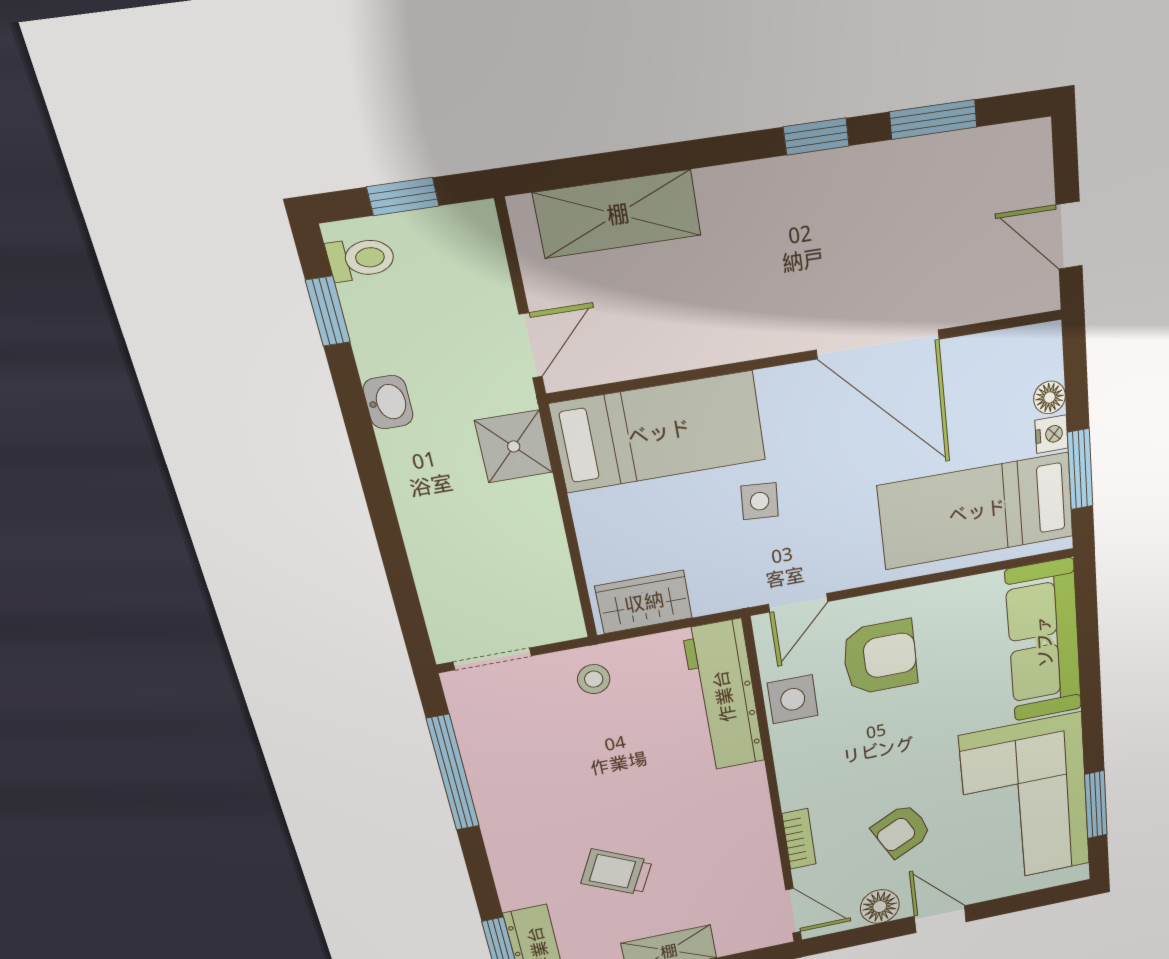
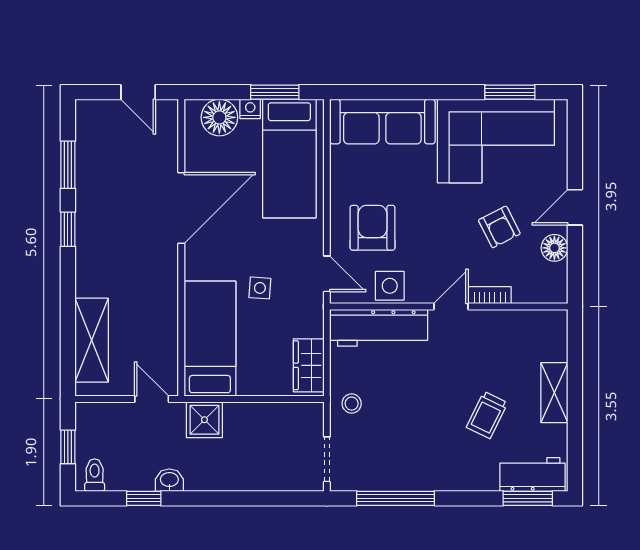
door: (1069, 235) -> (138, 92), hinge flipped
window: (328, 311) -> (144, 498), moved
floor lamp: (1049, 397) -> (219, 117), width x1.89, depth x1.89
door: (793, 911) -> (451, 307), moved

